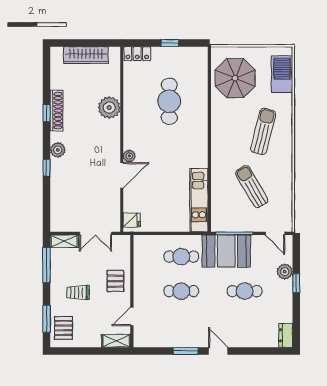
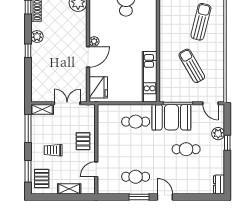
fridge: (132, 220) -> (98, 87), width x1.88, depth x1.34
double door: (96, 233) -> (67, 103), swing flipped
cafe table: (181, 291) -> (136, 177), moved
shelving: (116, 341) -> (69, 189), moved

